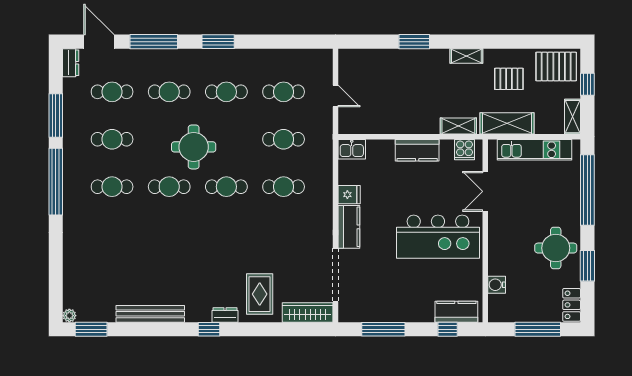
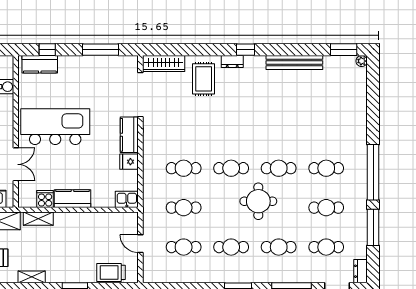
trolley: (371, 61) -> (111, 272), added
cooker: (464, 150) -> (45, 199), moved

